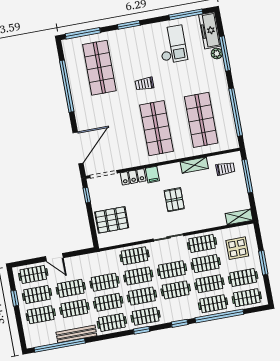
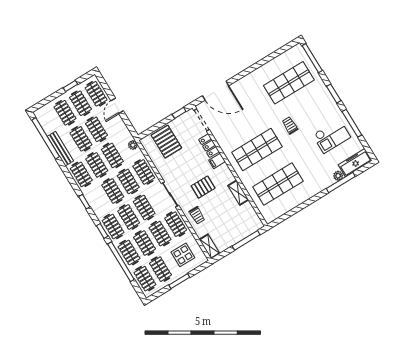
window: (186, 14) -> (352, 123), moved
window: (67, 86) -> (263, 62), removed
window: (236, 112) -> (295, 210), removed
trolley: (225, 169) -> (197, 215), moved
plant: (102, 257) -> (133, 145), added
clothes rail: (146, 316) -> (113, 227), moved

